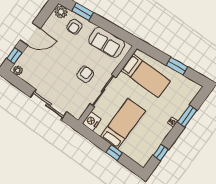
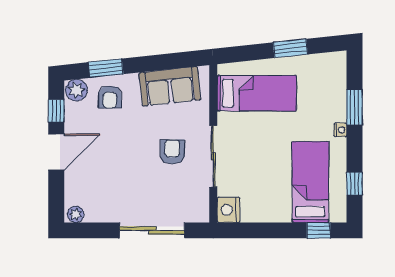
window: (14, 56) -> (56, 111), moved
bed: (123, 124) -> (310, 182), moved
window: (114, 153) -> (318, 230), moved

